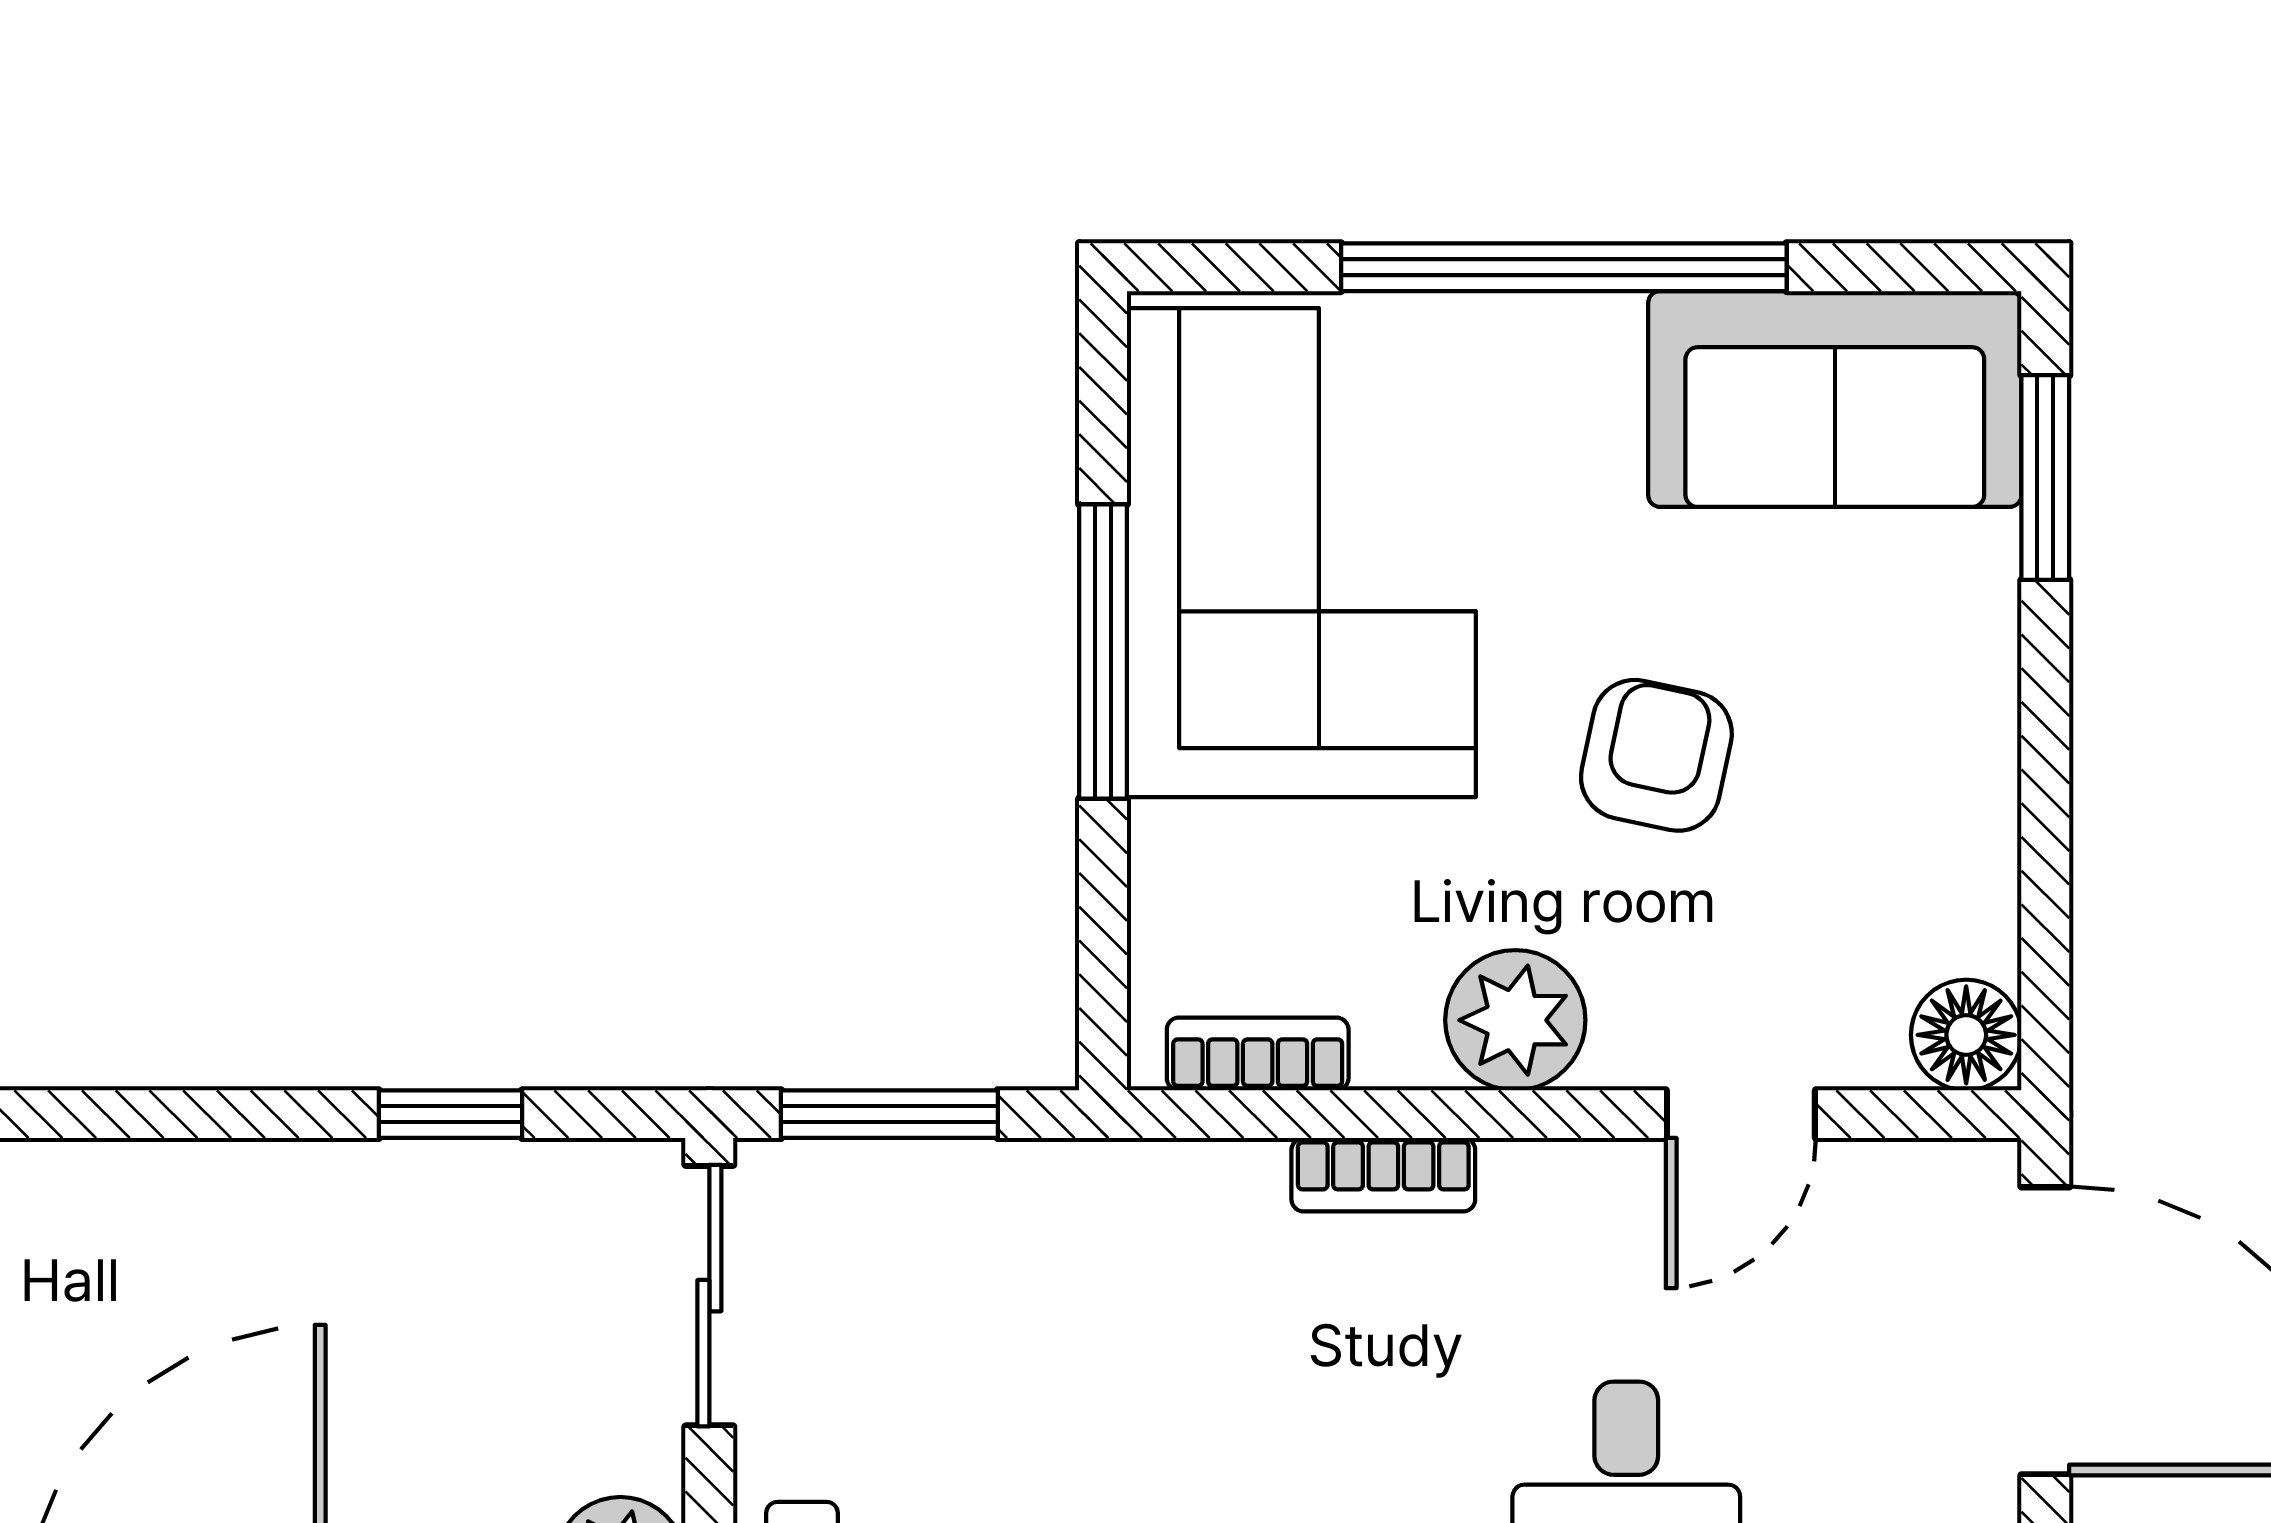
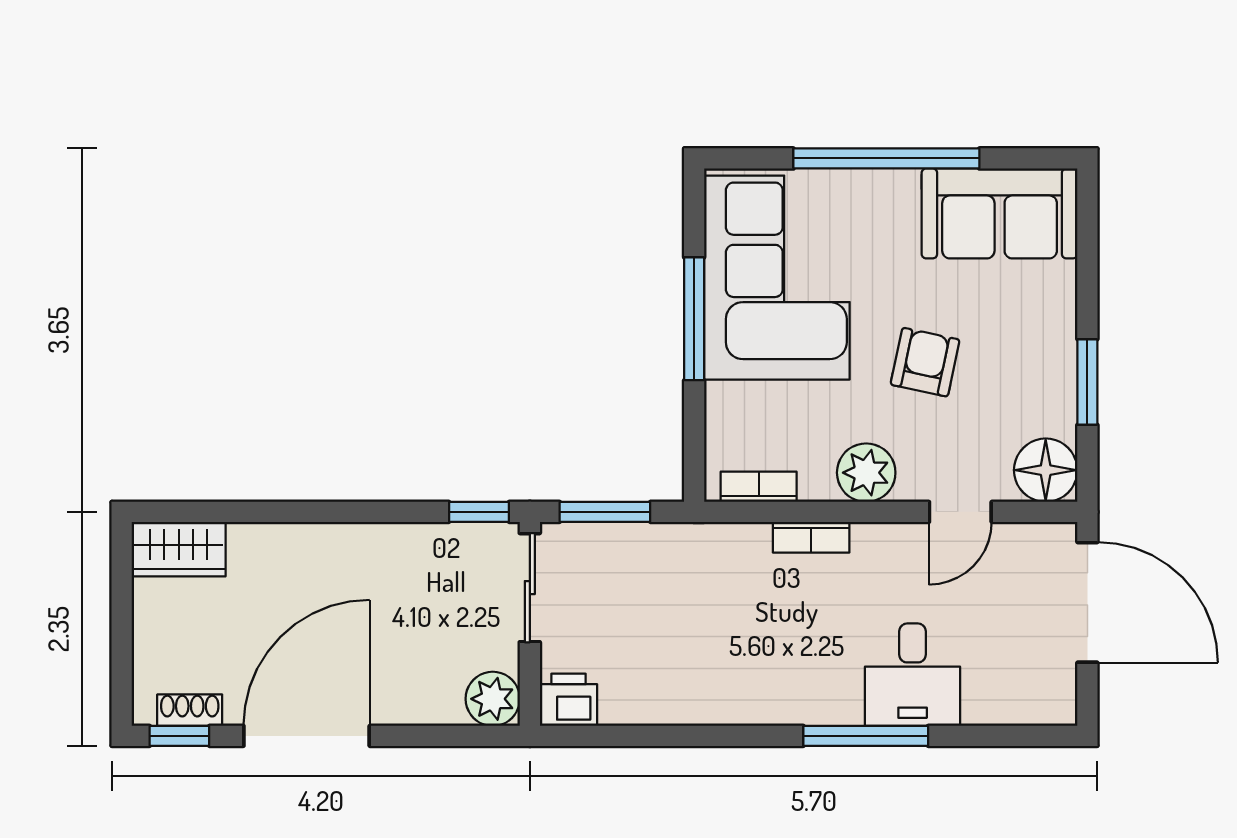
window: (2045, 478) -> (1087, 382), moved
floor lamp: (1966, 1035) -> (1046, 470), width x1.38, depth x1.38
window: (451, 1114) -> (479, 512), moved

